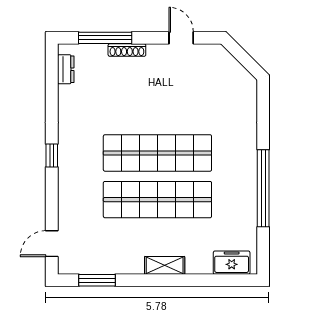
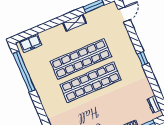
window: (263, 188) -> (24, 72), moved
shelving: (165, 265) -> (75, 23), moved

